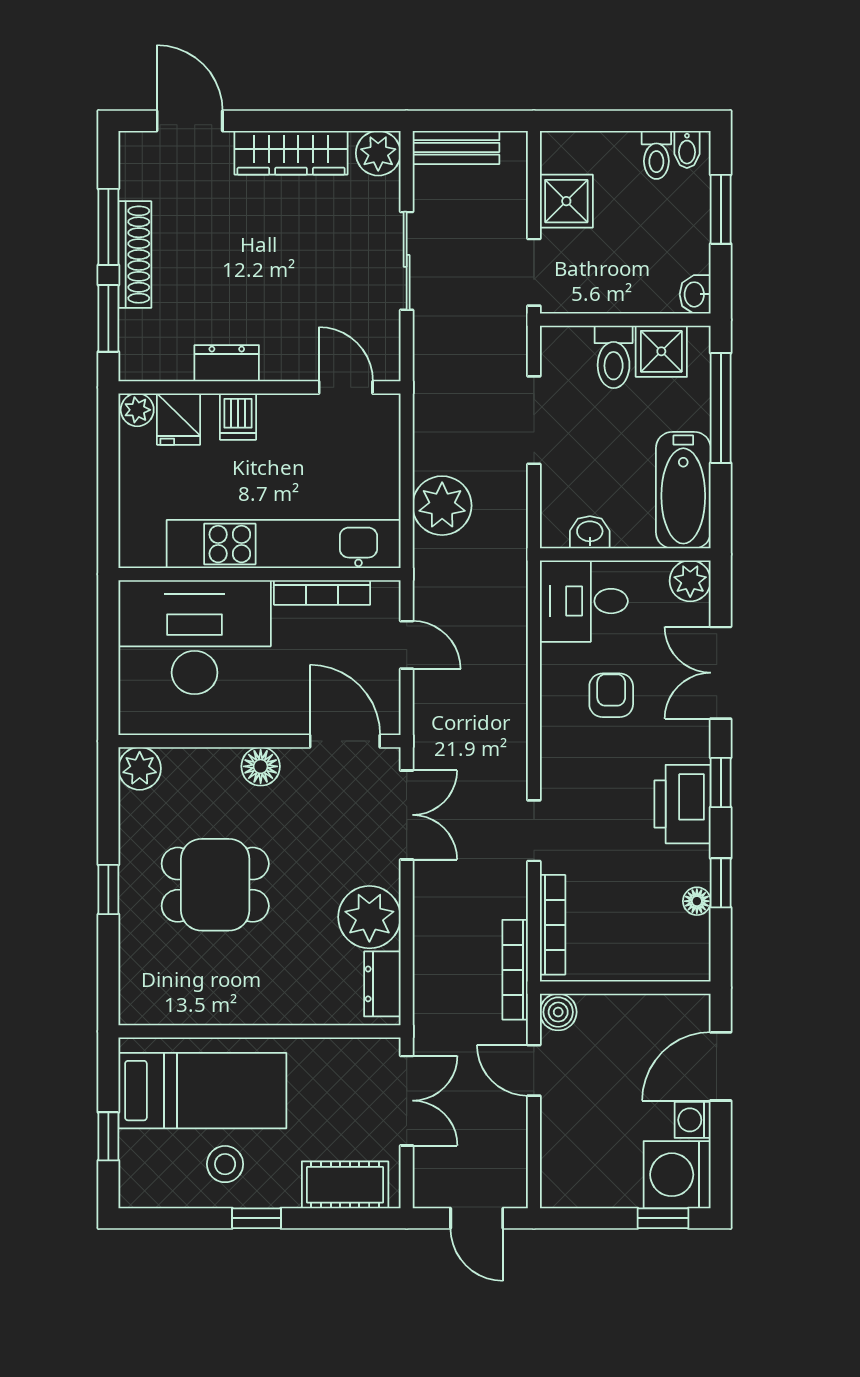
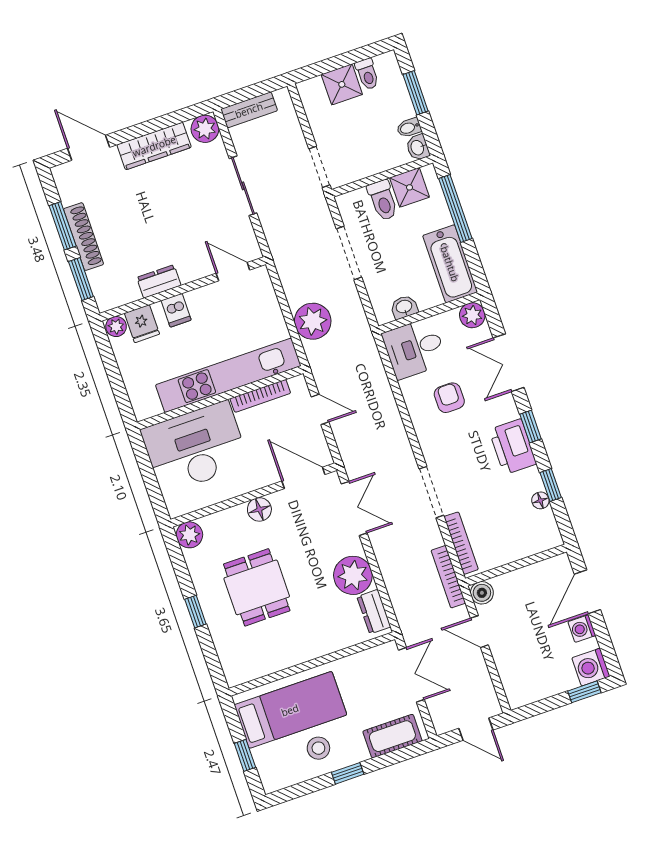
bidet: (687, 149) -> (409, 128), moved, turned 90
shower: (566, 201) -> (342, 84), moved
doorway: (534, 831) -> (431, 492), width x1.38
dining table: (215, 885) -> (257, 587), turned 90
washing machine: (677, 1175) -> (591, 667), width x0.73, depth x0.73

